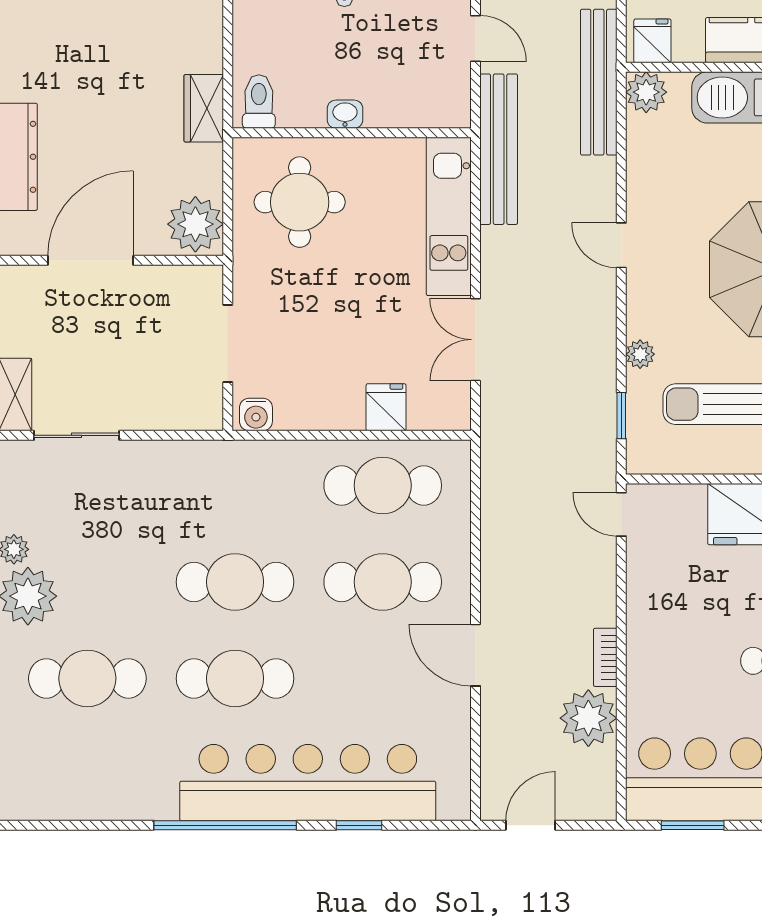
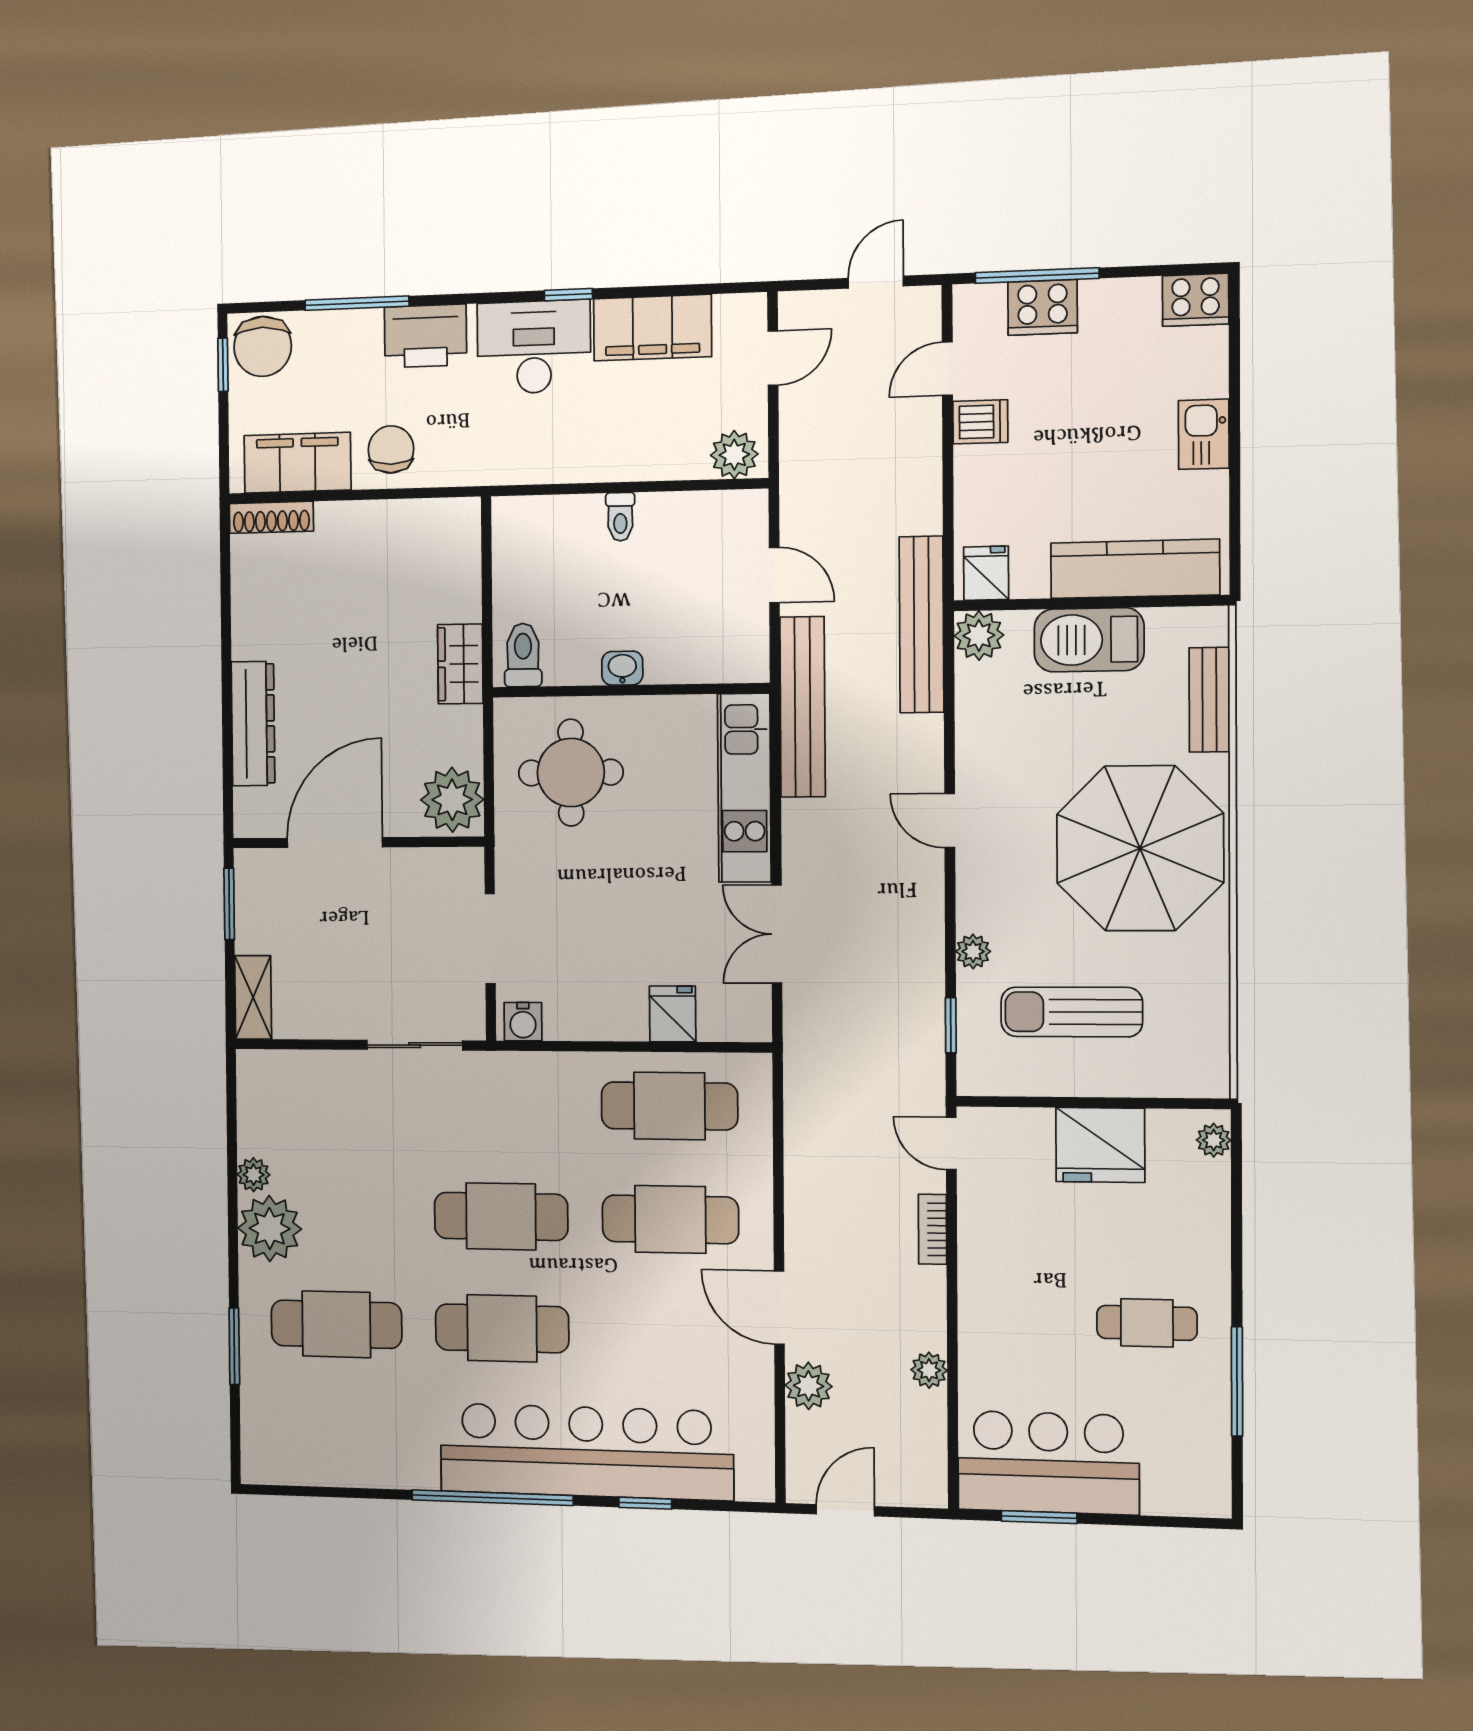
sliding door: (77, 435) -> (415, 1045), moved
bookcase: (605, 657) -> (933, 1229), moved
plant: (588, 718) -> (929, 1370), width x0.53, depth x0.53
plant: (500, 721) -> (809, 1386), added

